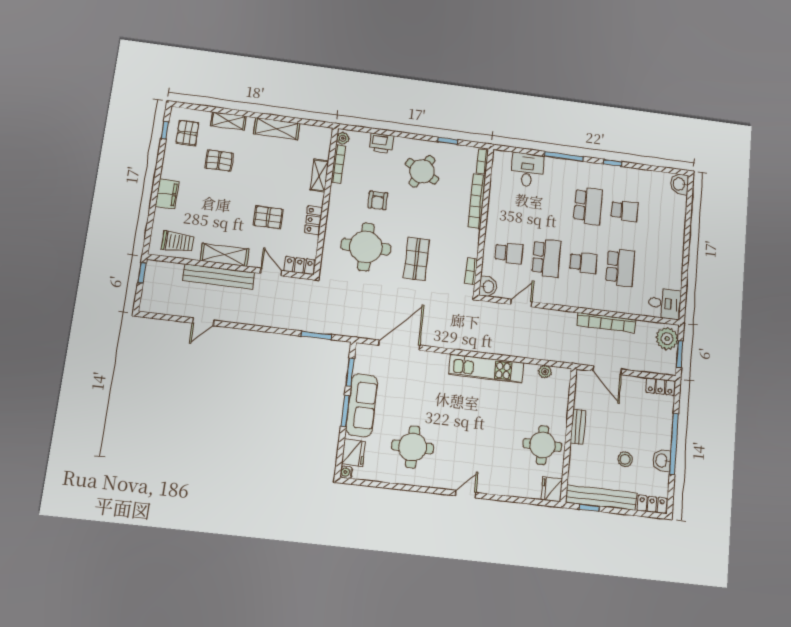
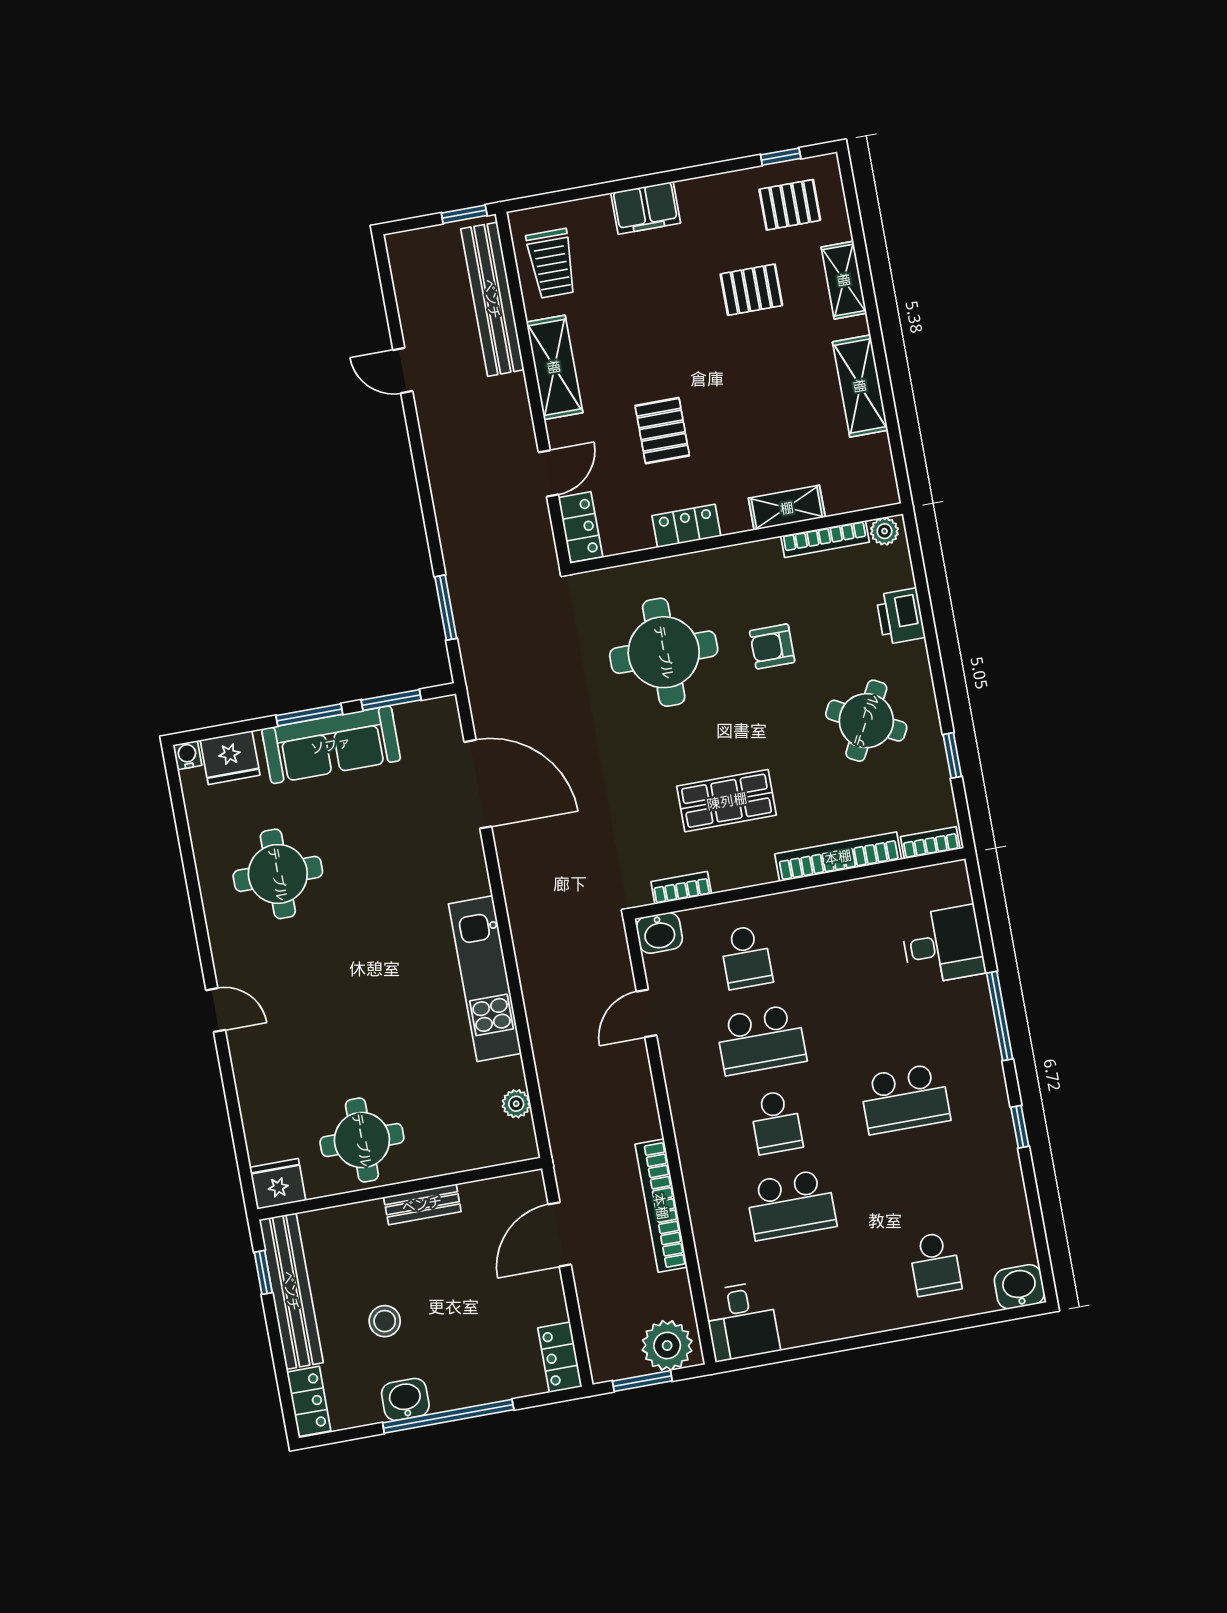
pallet: (219, 161) -> (751, 290), turned 90
school desk: (625, 211) -> (935, 1264), moved
shop shelf: (417, 259) -> (727, 801), moved
bench: (219, 277) -> (492, 299), moved
door: (521, 303) -> (646, 1013), swing flipped

